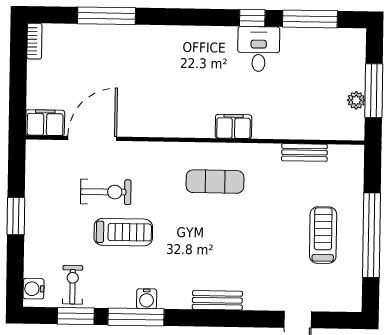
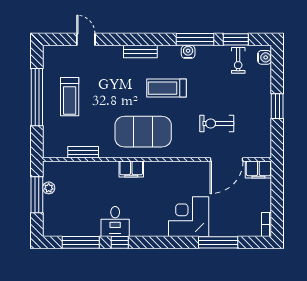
corner desk: (150, 55) -> (189, 217), added
exercise mat: (215, 182) -> (143, 132), width x2.00, depth x1.45
treadmill: (123, 232) -> (166, 88), moved

